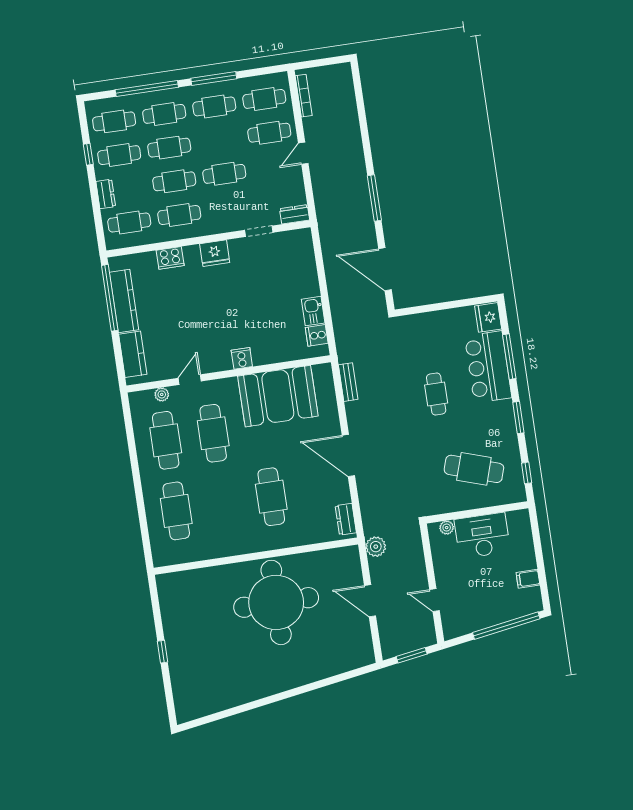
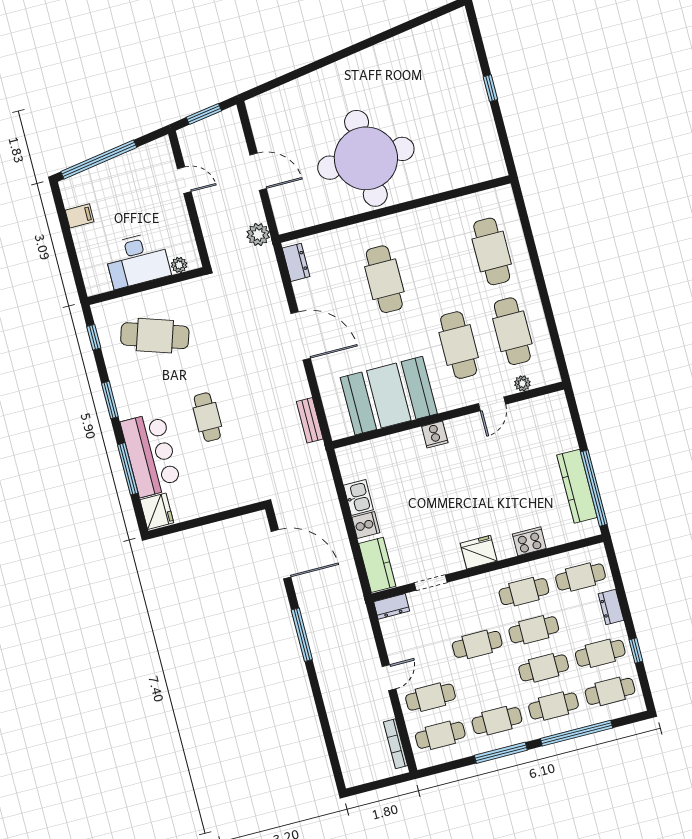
cooker: (317, 335) -> (366, 525), moved
kitchen counter: (133, 354) -> (377, 565), moved, turned 180

